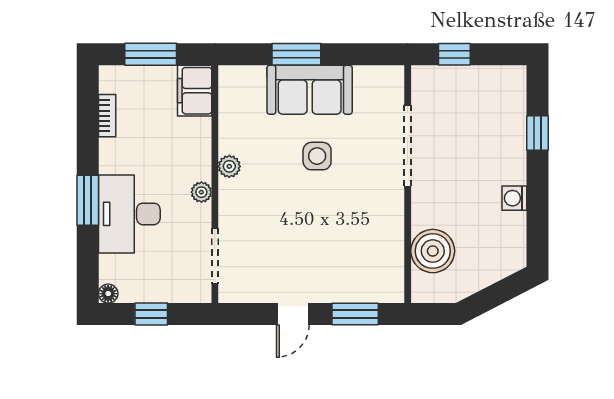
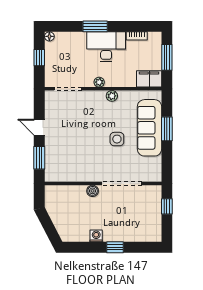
sofa: (310, 90) -> (149, 128), width x1.36
window: (538, 133) -> (115, 247), moved
desk: (129, 214) -> (106, 47), moved
boiler: (433, 251) -> (93, 191), moved, width x0.54, depth x0.54

